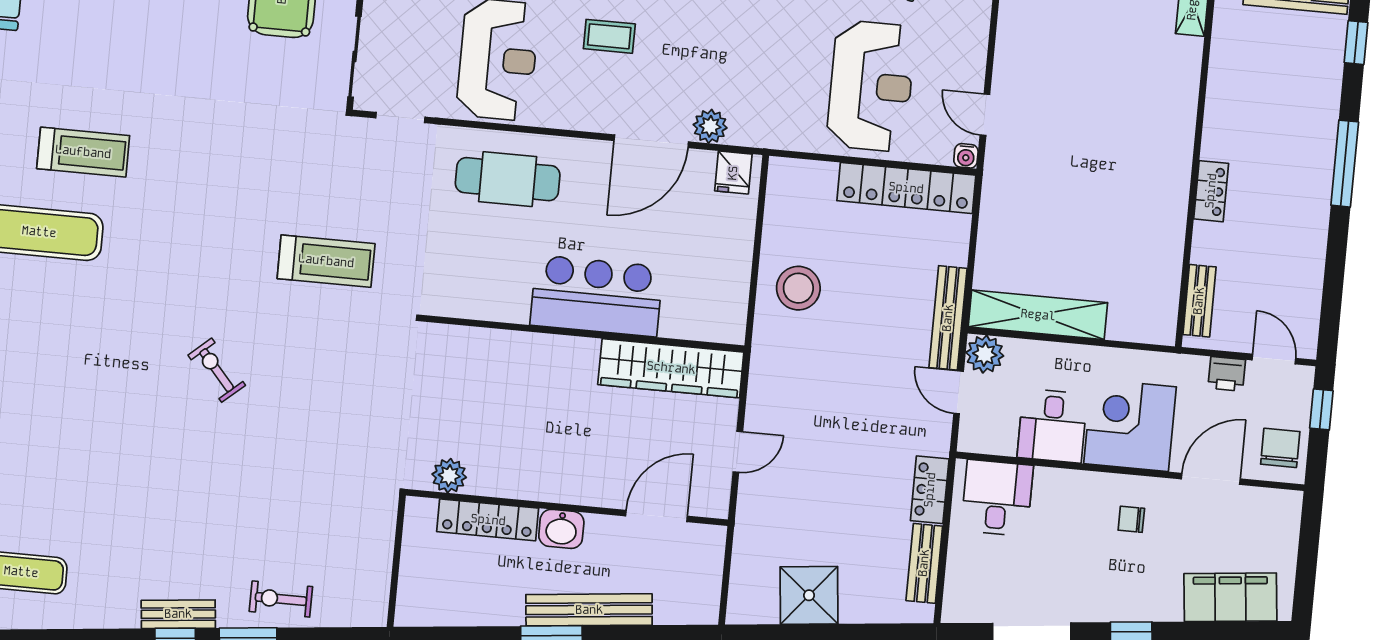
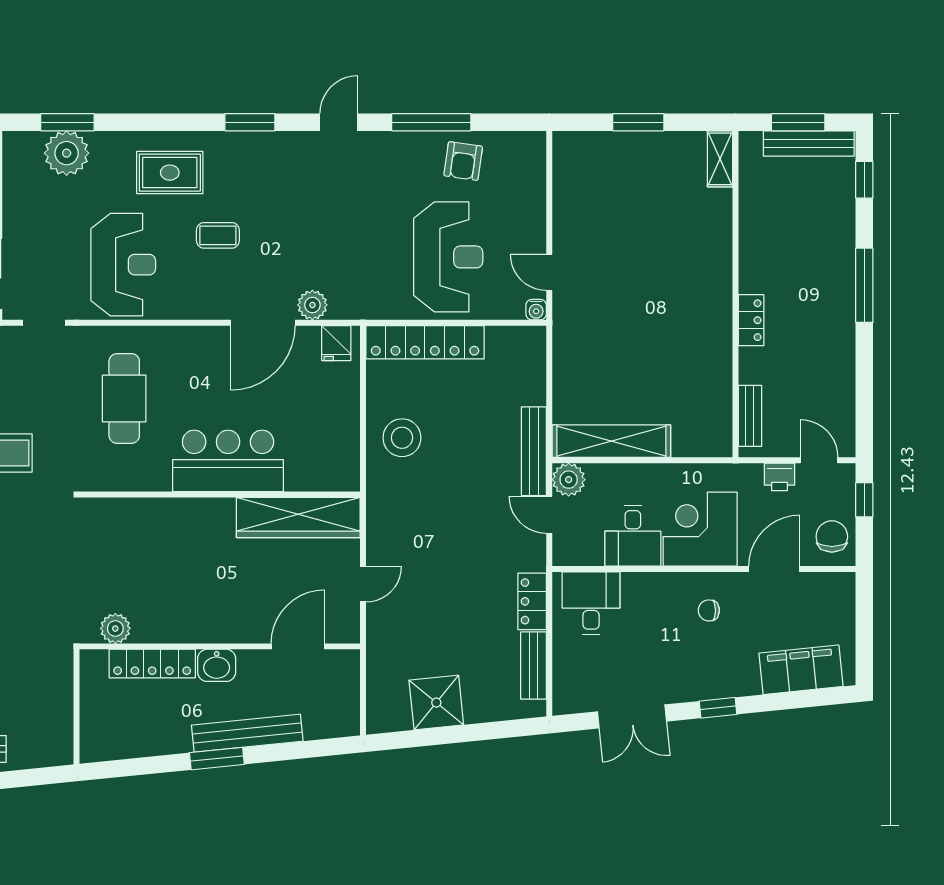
cafe table: (508, 179) -> (124, 398), moved, turned 90
locker: (906, 188) -> (425, 342), moved

